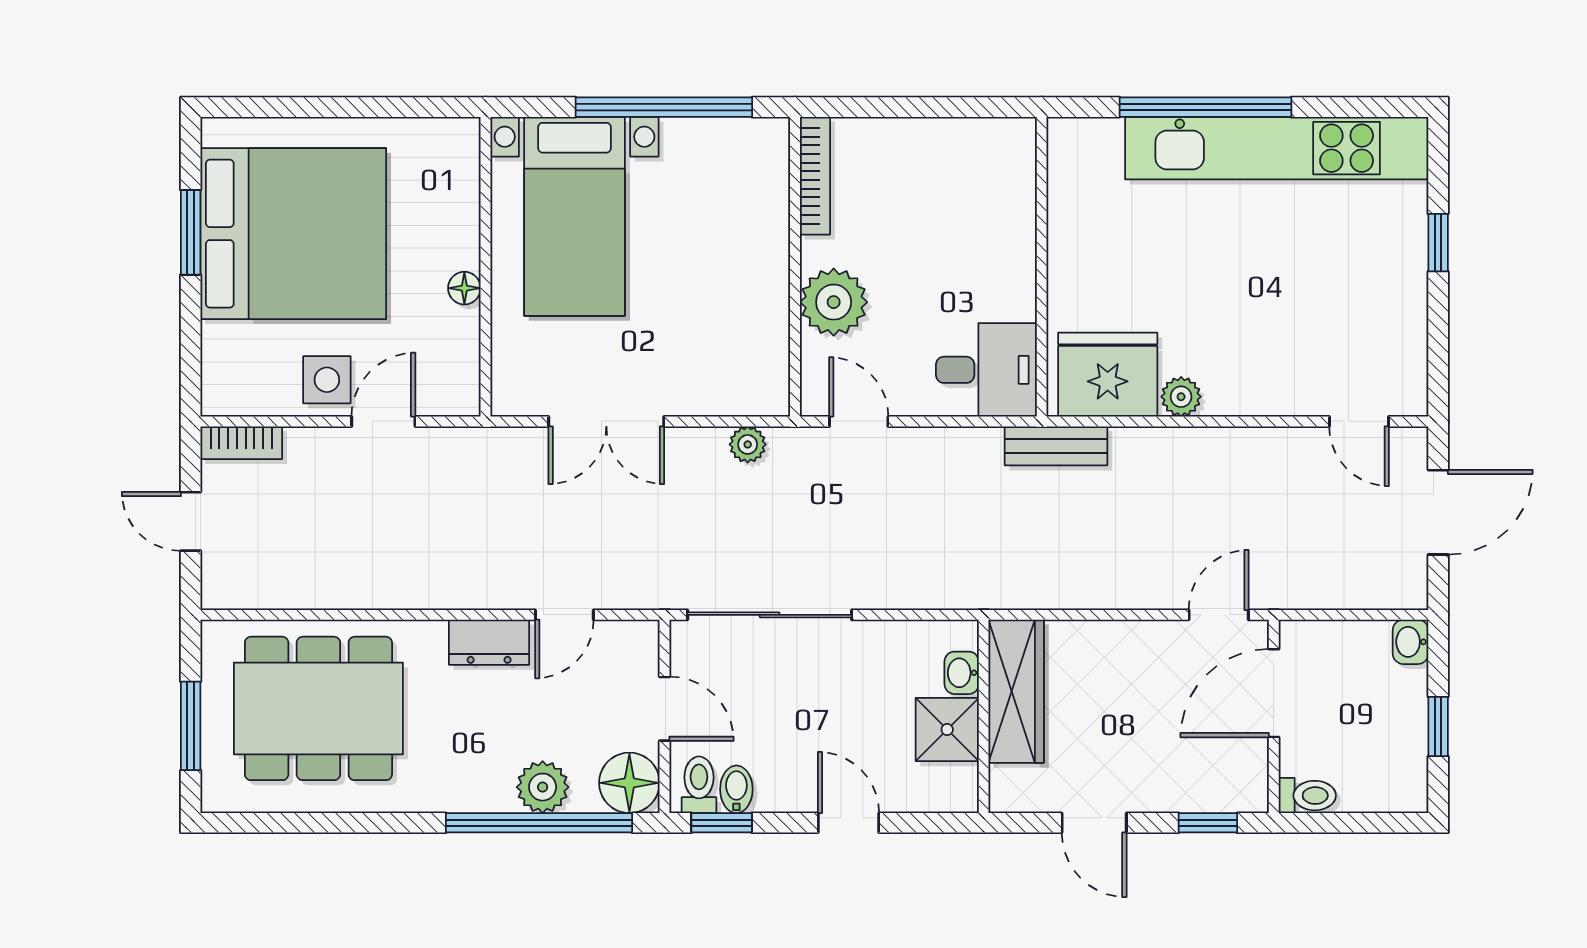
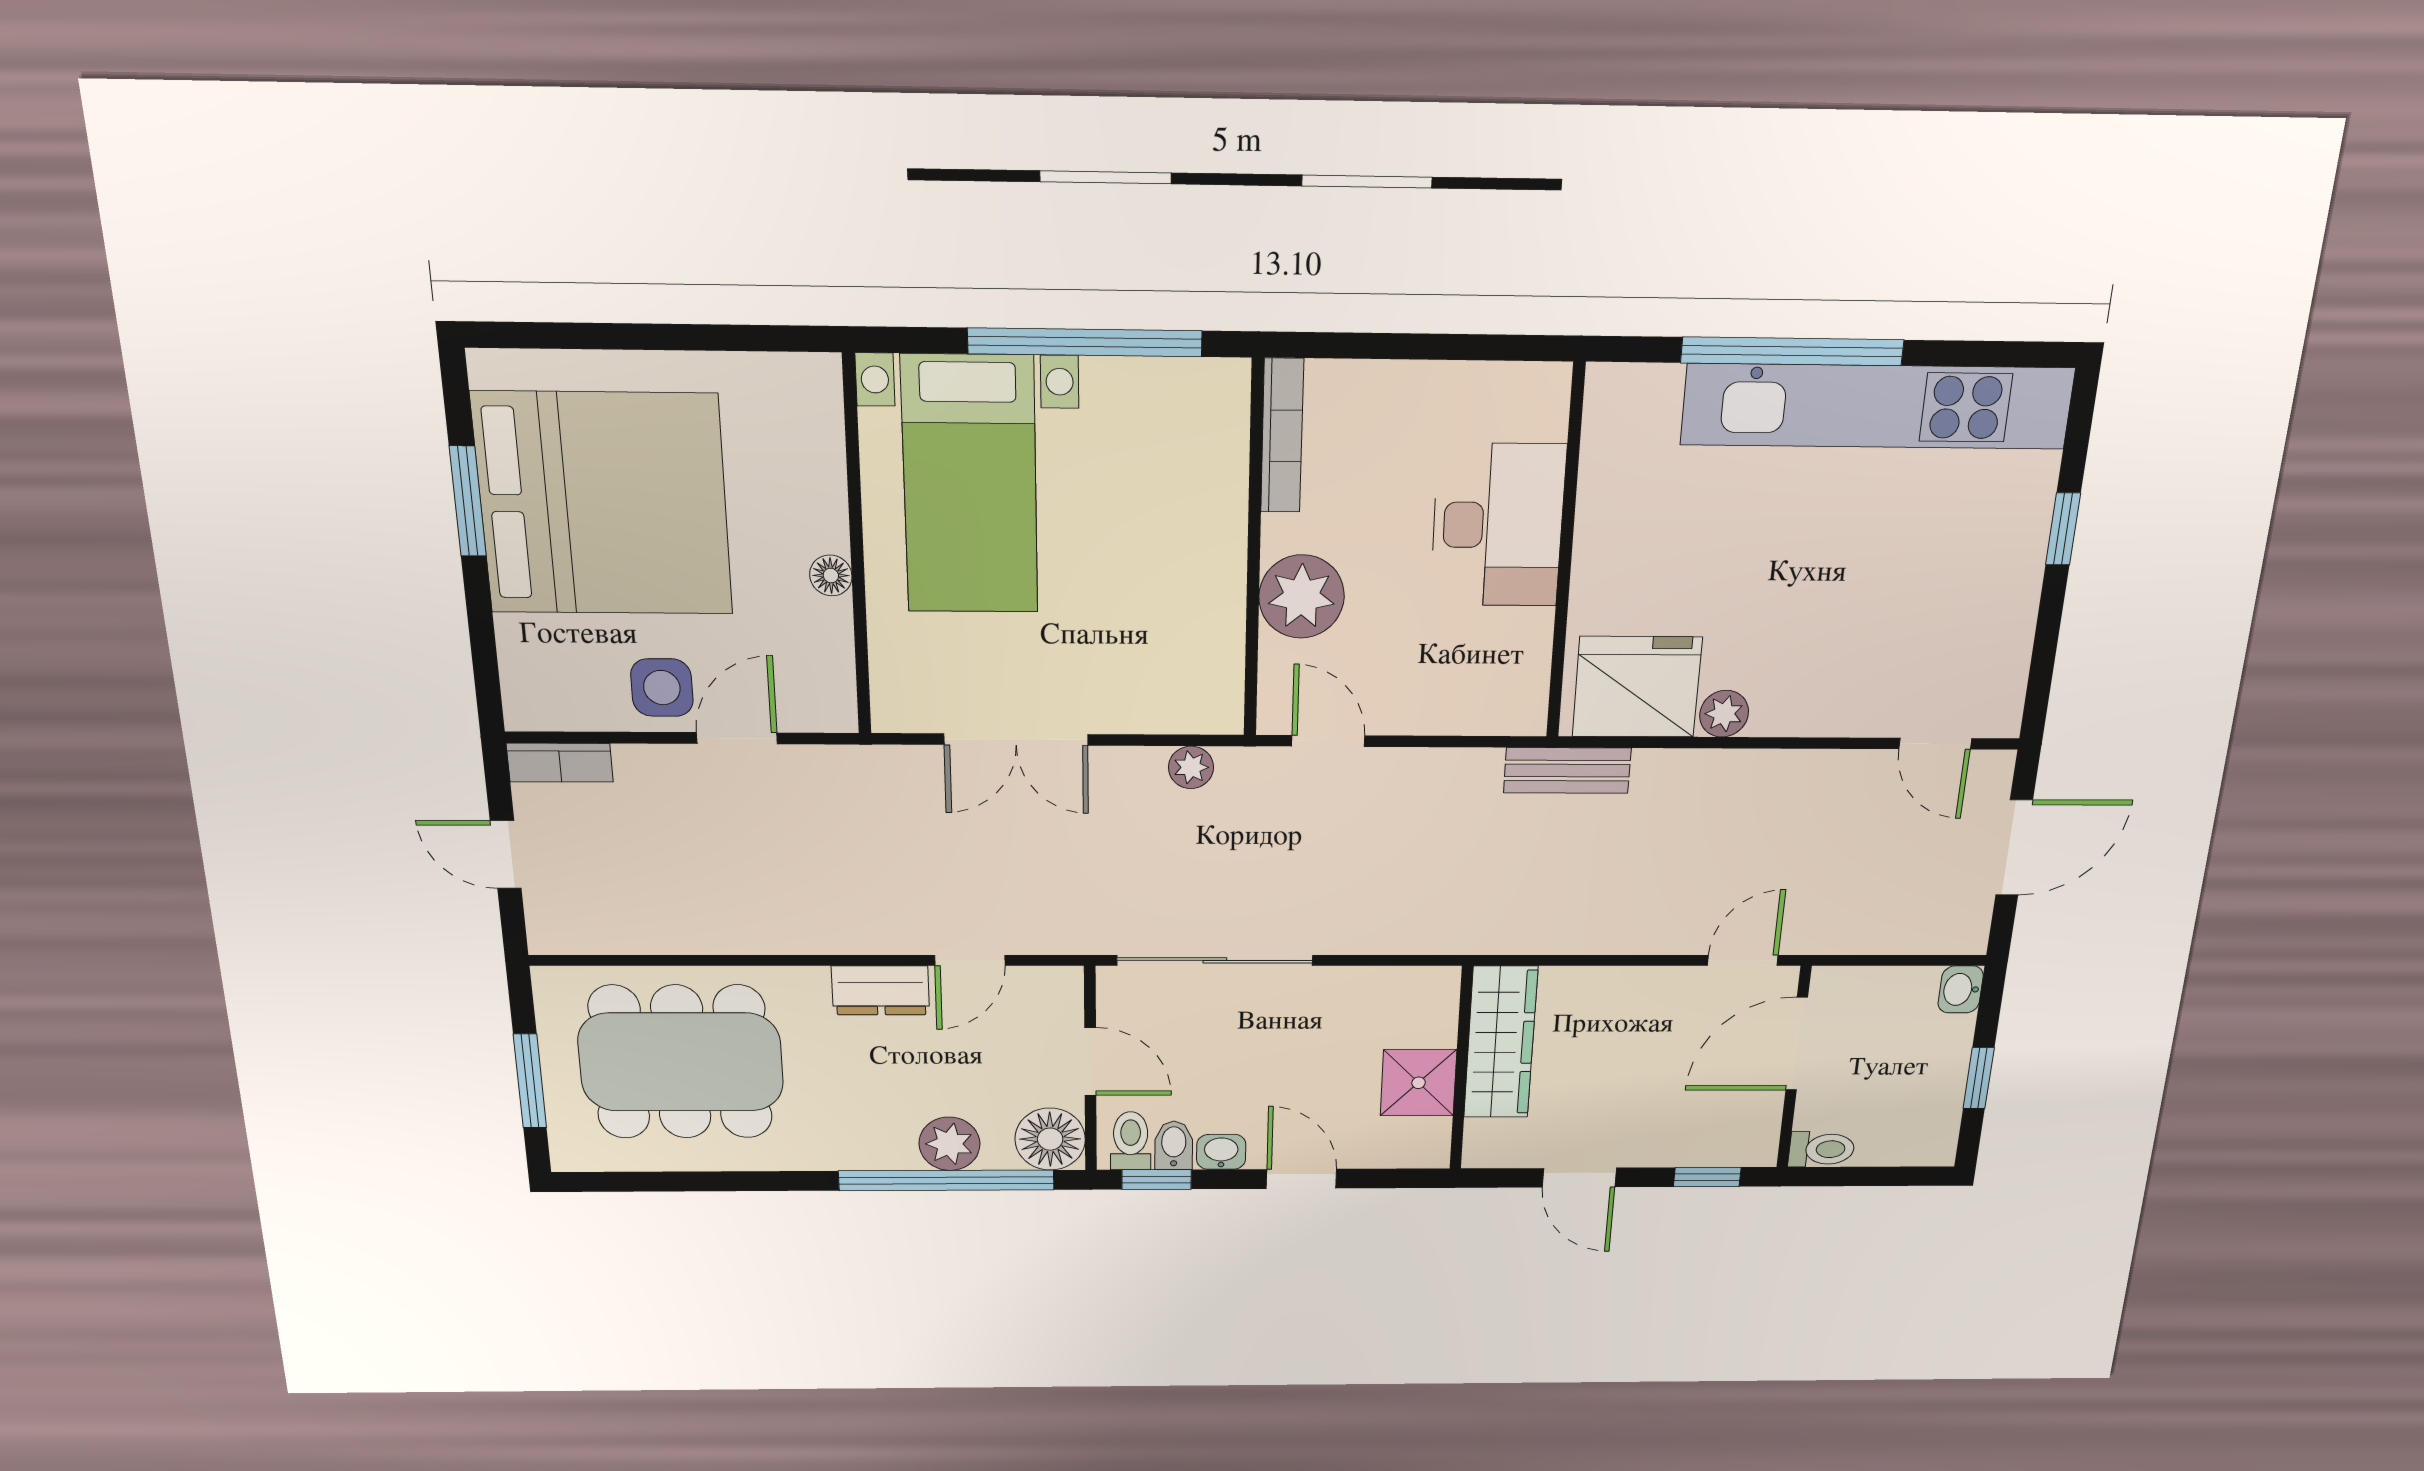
desk: (986, 370) -> (1498, 525), moved, width x1.37
washbasin: (962, 673) -> (1221, 1152), moved, turned 90

